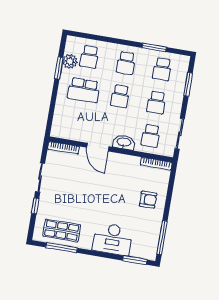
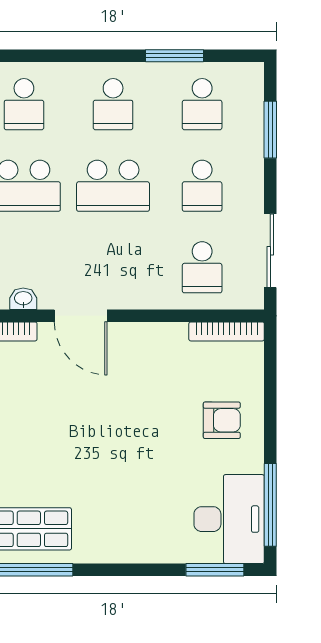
school desk: (120, 96) -> (113, 186), width x1.85
washbasin: (124, 142) -> (23, 299), moved, width x0.52, depth x0.69
desk: (113, 239) -> (229, 519), moved, turned -90

